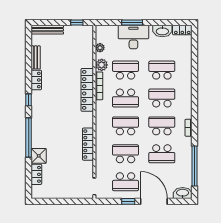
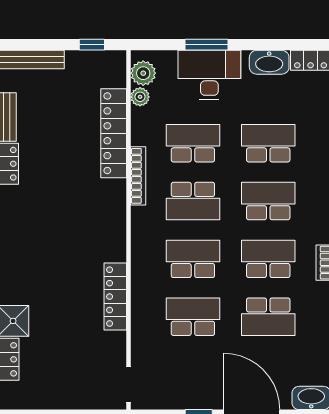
plant: (102, 65) -> (143, 73), moved
locker: (87, 90) -> (114, 133), moved
school desk: (126, 182) -> (193, 375), removed

